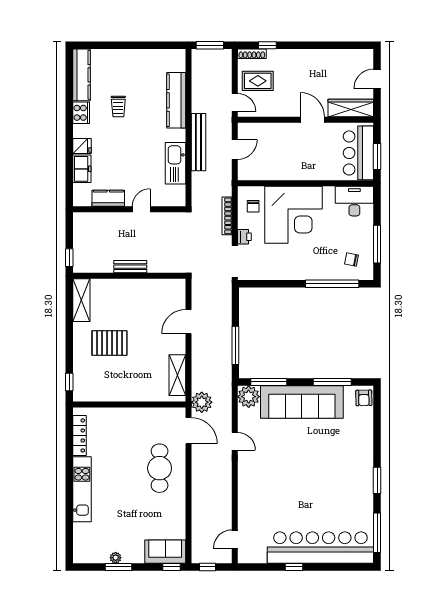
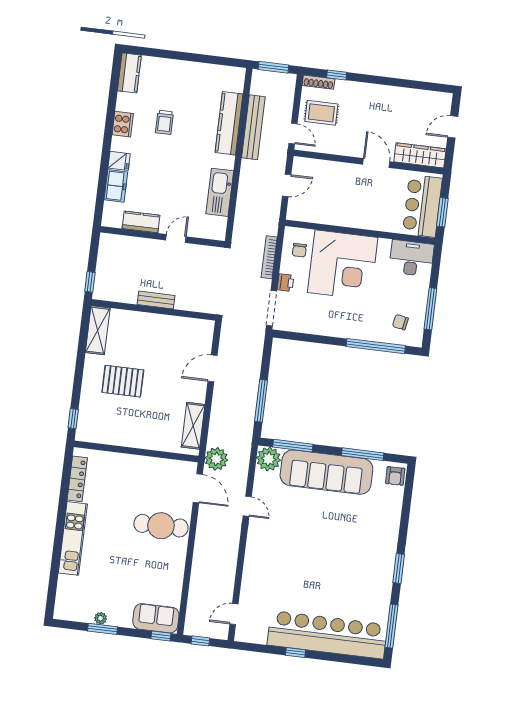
kitchen counter: (81, 75) -> (129, 73), width x0.67
bench: (198, 142) -> (253, 127), moved
cafe table: (160, 468) -> (161, 526), turned 90

